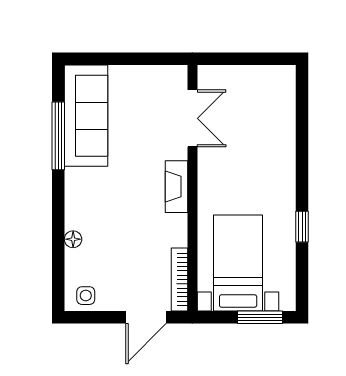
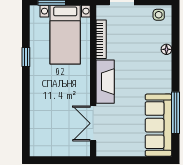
fireplace: (176, 187) -> (105, 82), width x1.37, depth x1.32
bookcase: (179, 280) -> (101, 39), moved

